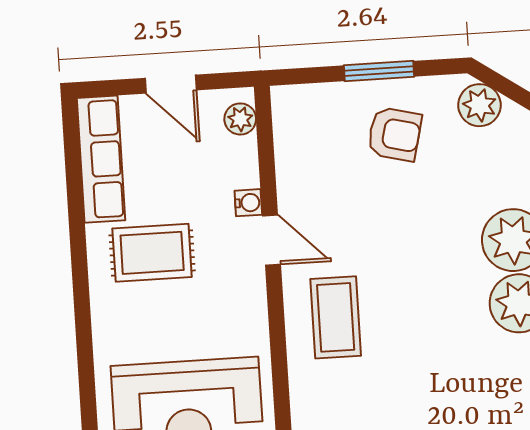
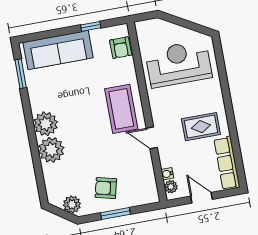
water cooler: (248, 203) -> (167, 174), moved
coffee table: (336, 317) -> (121, 109), width x1.36, depth x1.32

